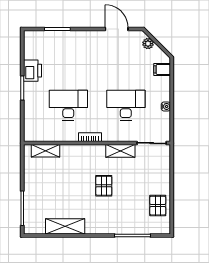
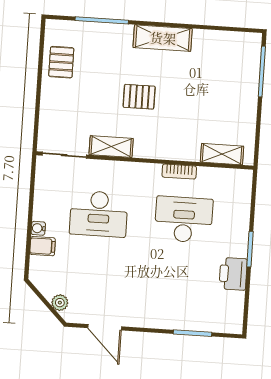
filing cabinet: (162, 69) -> (43, 246), moved
desk: (68, 105) -> (184, 219), turned 180
water cooler: (166, 106) -> (38, 228), moved
bookcase: (90, 137) -> (179, 172), moved
pallet: (104, 186) -> (139, 97), turned 90
shelving: (65, 226) -> (163, 38), moved

